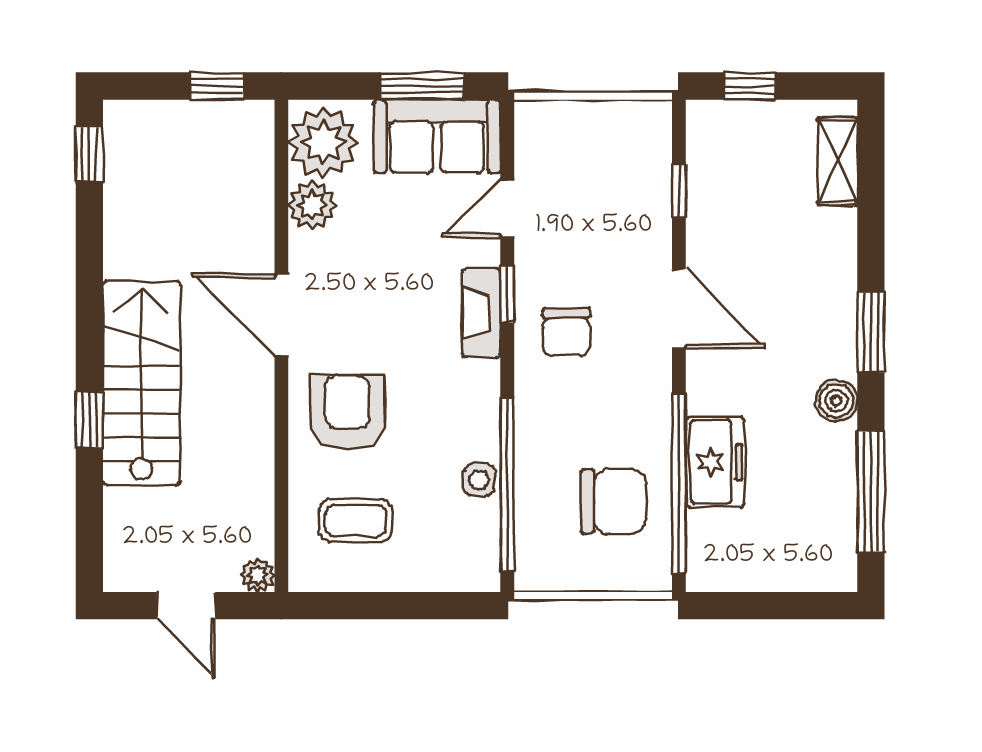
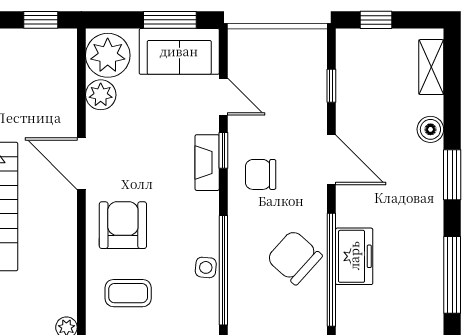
door: (507, 208) -> (223, 97), swing flipped
chair: (566, 332) -> (261, 174), turned 90
boiler: (836, 401) -> (430, 129), moved
chair: (614, 501) -> (294, 257), moved, turned -138

